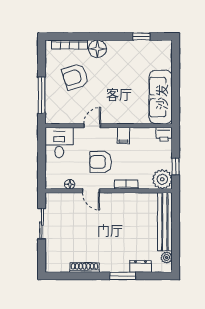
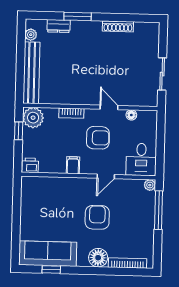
armchair: (75, 77) -> (97, 217), moved, turned -73
sofa: (161, 97) -> (48, 254), moved, turned -90
plant: (50, 119) -> (150, 185), added

